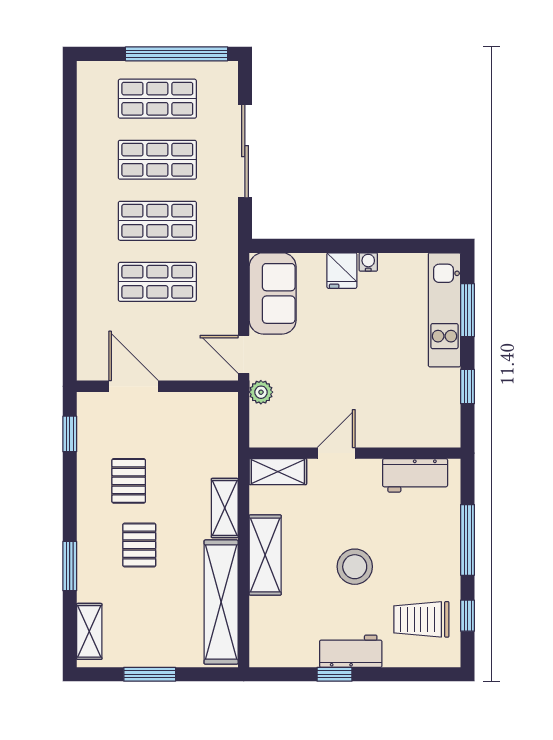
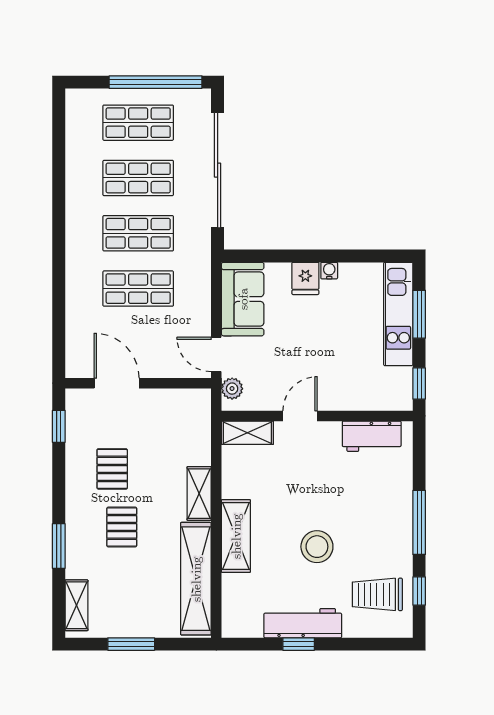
sliding door: (245, 151) -> (218, 170), width x1.36
door: (336, 453) -> (300, 416), moved
wall: (355, 453) -> (317, 416), moved
shelving: (278, 472) -> (247, 433), moved
workbench: (415, 475) -> (372, 436), moved
workbench: (351, 651) -> (303, 623), width x1.38

